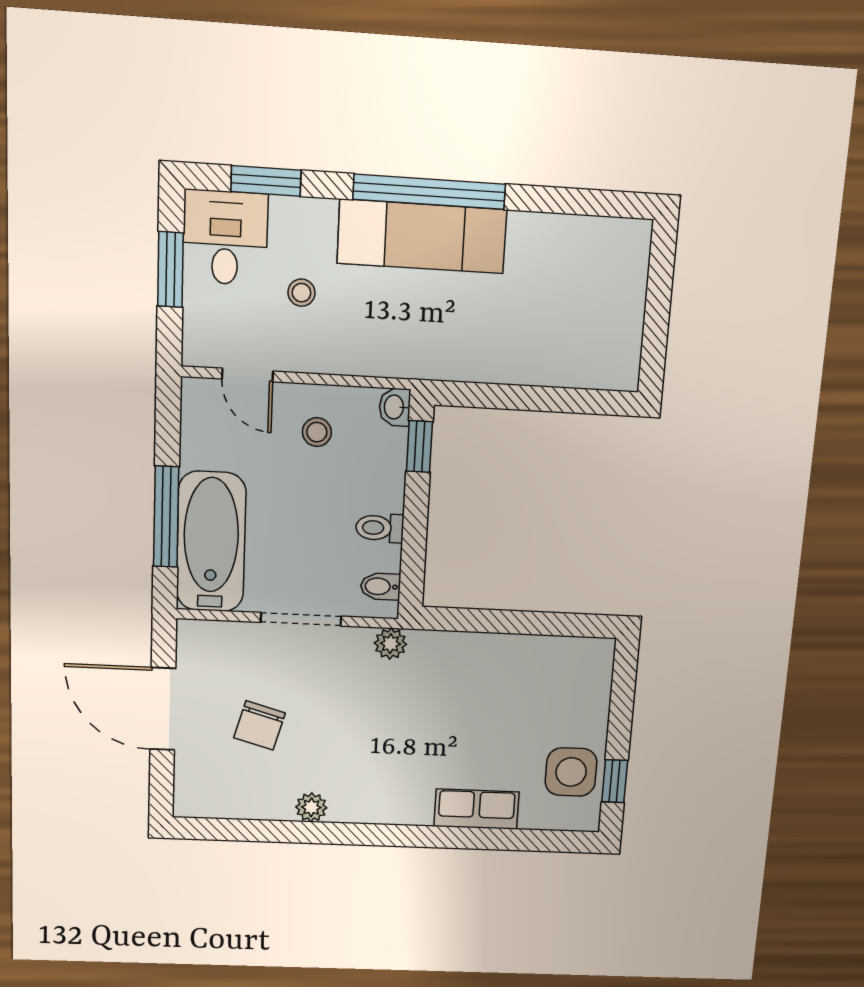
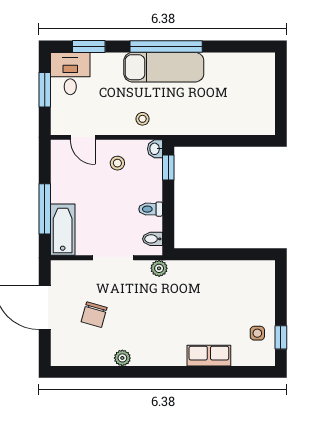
stool: (301, 293) -> (142, 119), moved
bathtub: (211, 542) -> (63, 230), width x0.73, depth x0.73
side table: (571, 772) -> (257, 333), width x0.54, depth x0.54

